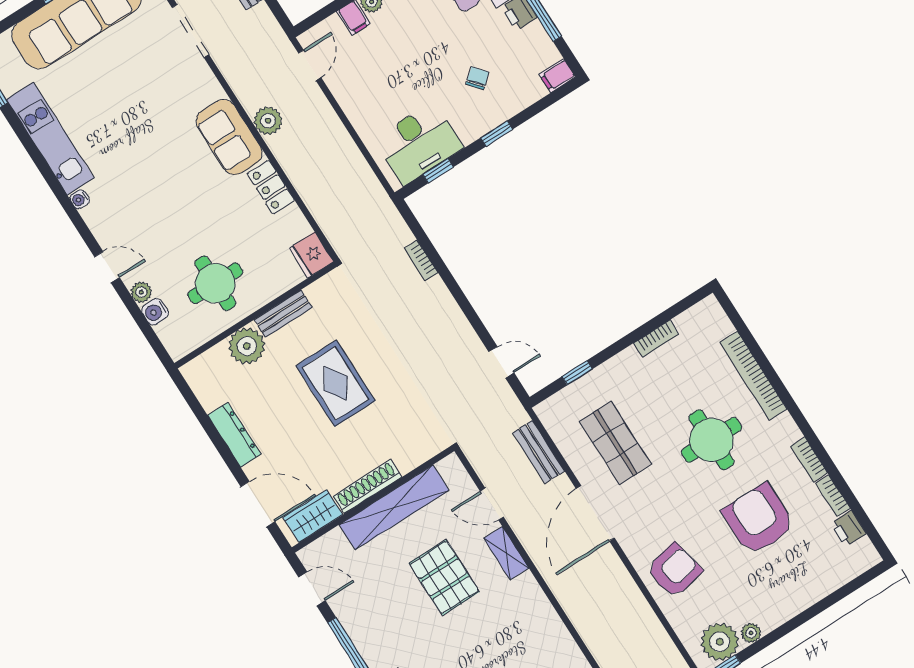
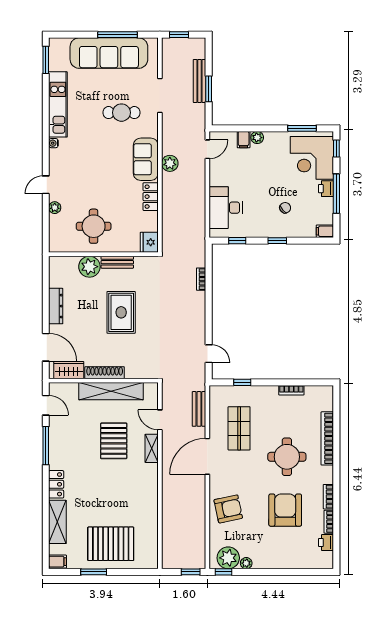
cafe table: (150, 91) -> (121, 113), added
desk: (419, 143) -> (226, 208), moved, turned 90
door: (107, 267) -> (46, 185), swing flipped
water cooler: (155, 312) -> (55, 221), removed

